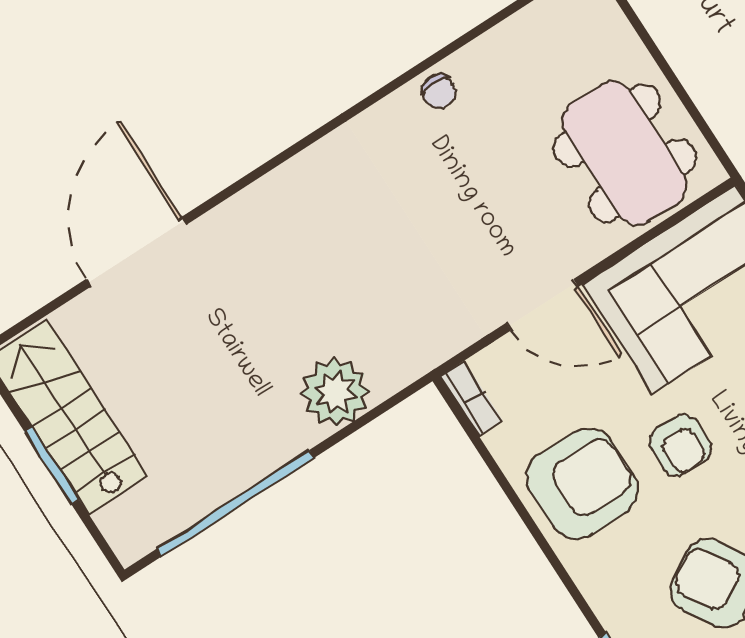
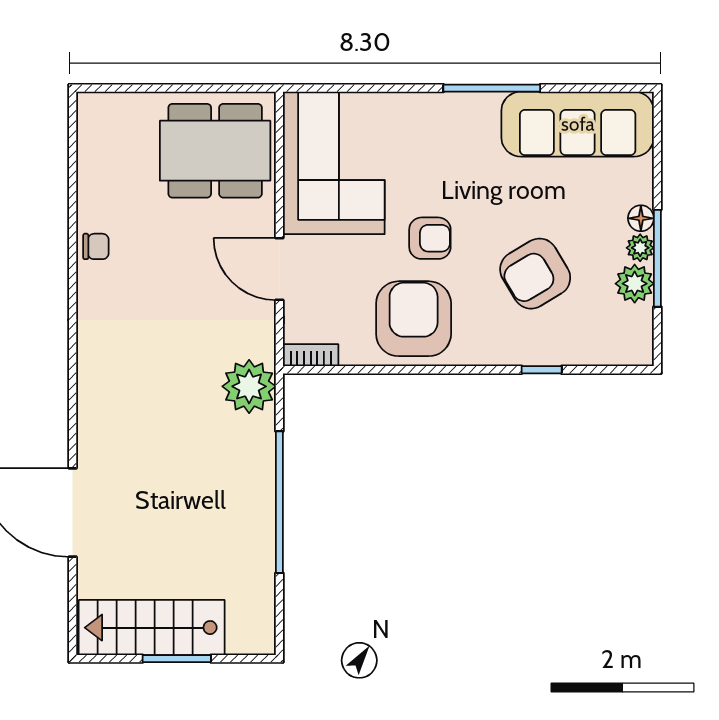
door: (542, 305) -> (279, 269), swing flipped
plant: (335, 392) -> (249, 386), moved
window: (235, 503) -> (279, 502), moved

